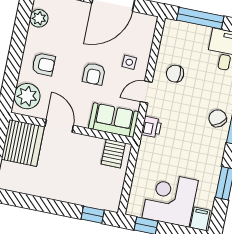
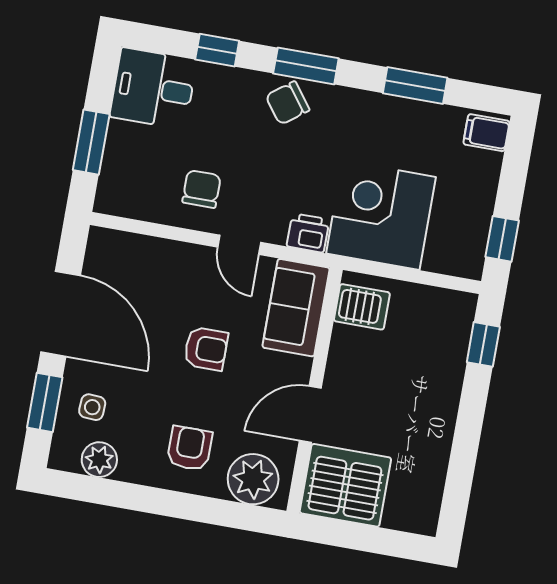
window: (200, 18) -> (91, 142), width x0.69
side table: (129, 62) -> (92, 407), moved
chair: (175, 74) -> (202, 189), turned 180
corner desk: (170, 199) -> (381, 215), moved, turned 90

